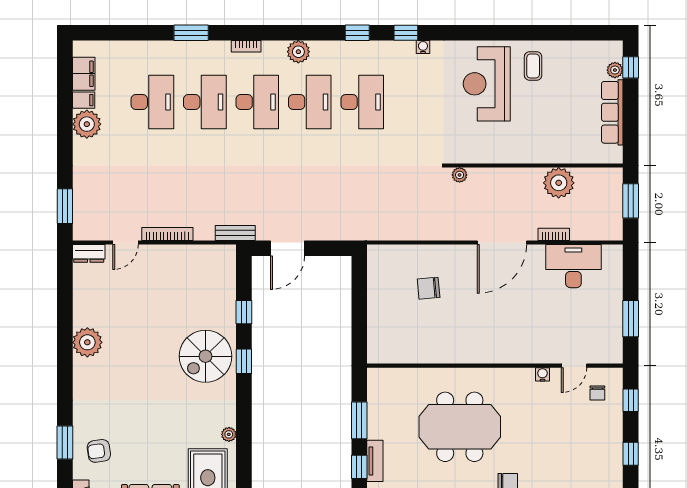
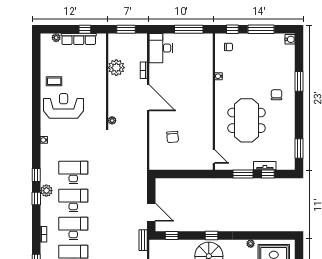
window: (406, 33) -> (36, 198), moved
plant: (298, 52) -> (46, 191), moved
window: (631, 67) -> (85, 29), moved
reception desk: (487, 84) -> (64, 106), turned 180
desk: (573, 266) -> (161, 48), moved
window: (244, 312) -> (172, 236), moved
window: (631, 319) -> (189, 29), width x1.44
door: (574, 366) -> (214, 157), moved
window: (631, 454) -> (261, 29), width x2.17

